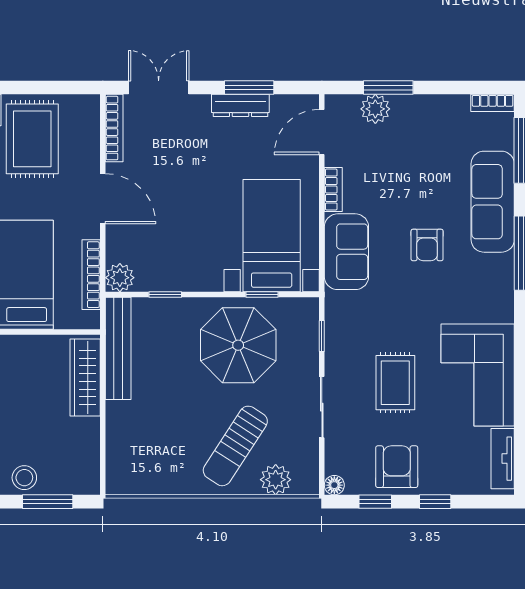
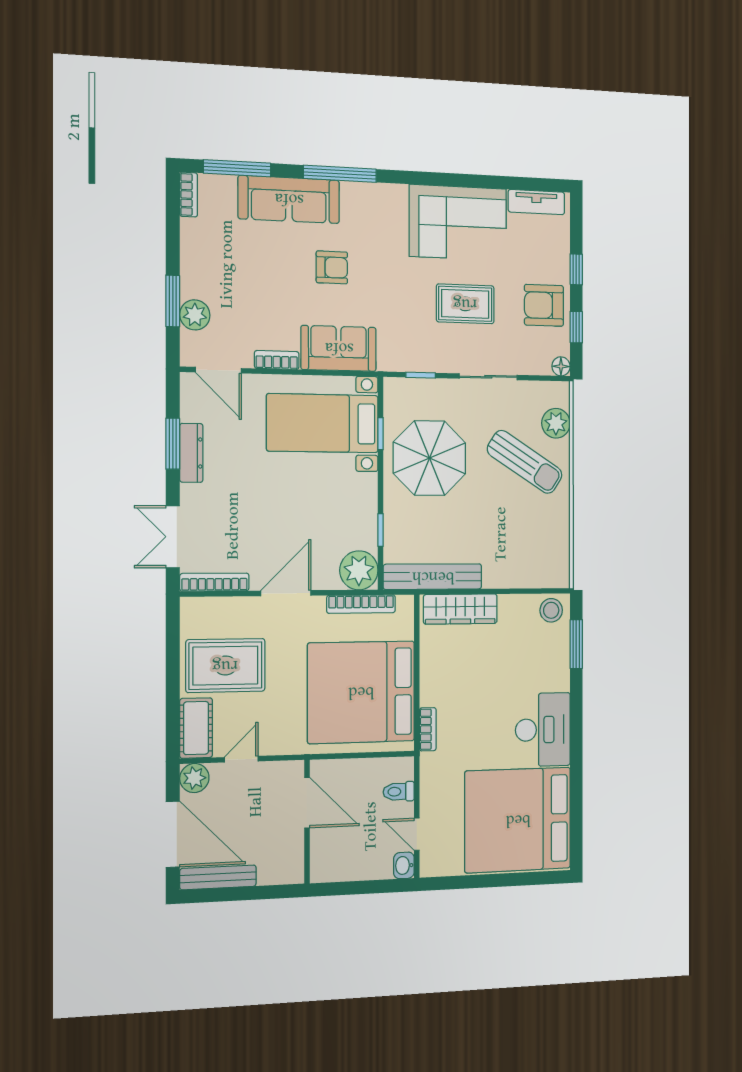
plant: (120, 278) -> (359, 570), width x1.36, depth x1.36
stool: (24, 478) -> (551, 610), moved

